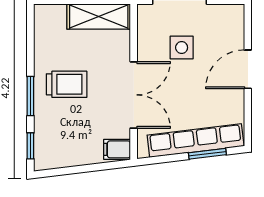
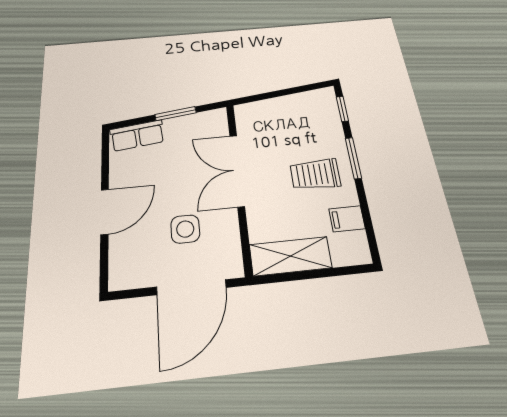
row of seats: (196, 141) -> (137, 136), width x0.50
filing cabinet: (117, 149) -> (347, 219), moved, turned 180
window: (207, 154) -> (176, 114), moved

